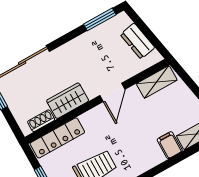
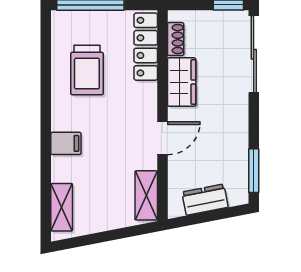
door: (112, 92) -> (162, 138), swing flipped
filing cabinet: (170, 145) -> (66, 143), moved

